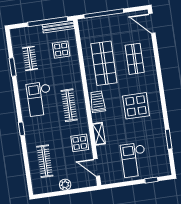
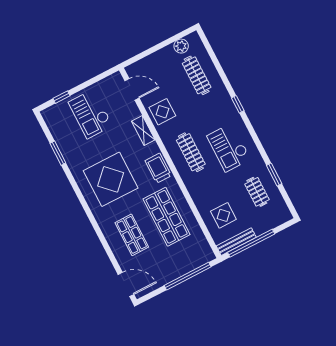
checkout: (40, 99) -> (229, 147), turned 180
trolley: (98, 102) -> (158, 168), turned 180
display table: (136, 106) -> (111, 179), width x1.36, depth x1.36
checkout: (134, 160) -> (91, 114), turned 180
plant: (65, 185) -> (181, 46), moved

